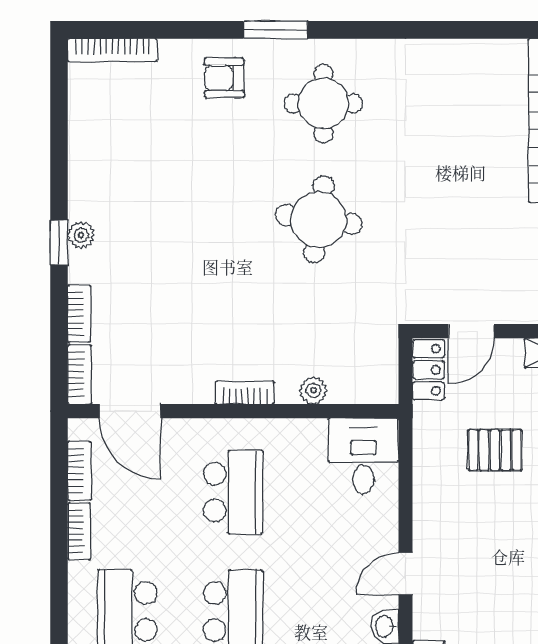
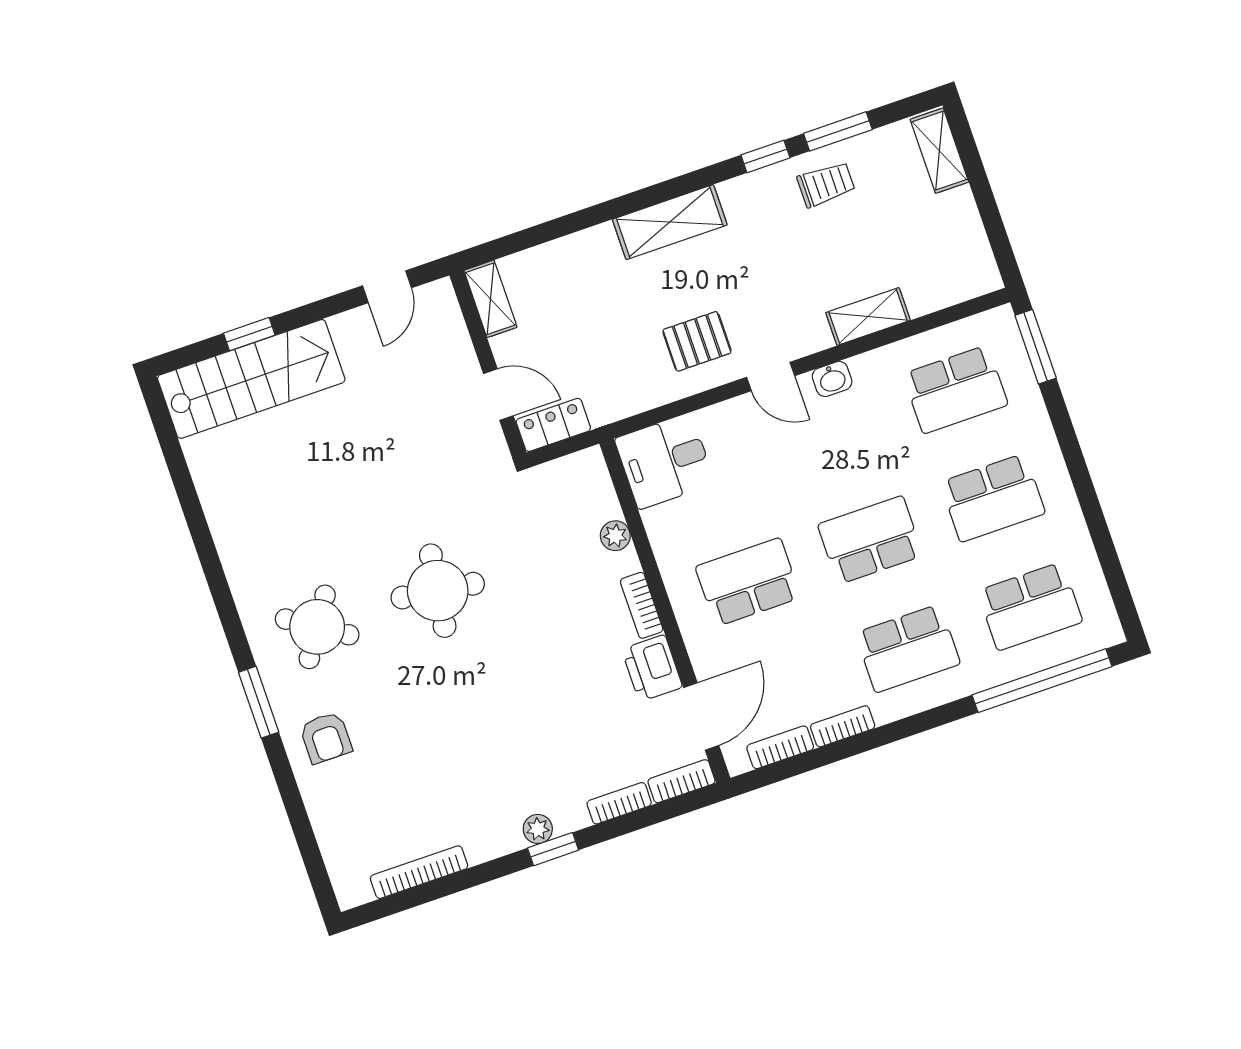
bookcase: (112, 50) -> (419, 872), moved, turned -90
round table: (323, 103) -> (317, 627), turned 33
printer: (187, 383) -> (652, 668), added
pallet: (495, 450) -> (697, 341), moved, turned 90

